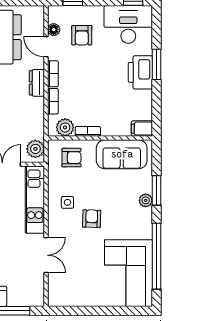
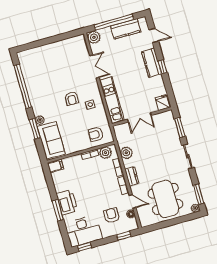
plant: (35, 149) -> (126, 153), moved
sofa: (122, 154) -> (51, 140), moved, turned 90
double door: (46, 255) -> (94, 67), swing flipped
corner sofa: (129, 273) -> (38, 70), removed
plant: (35, 297) -> (94, 37), added

